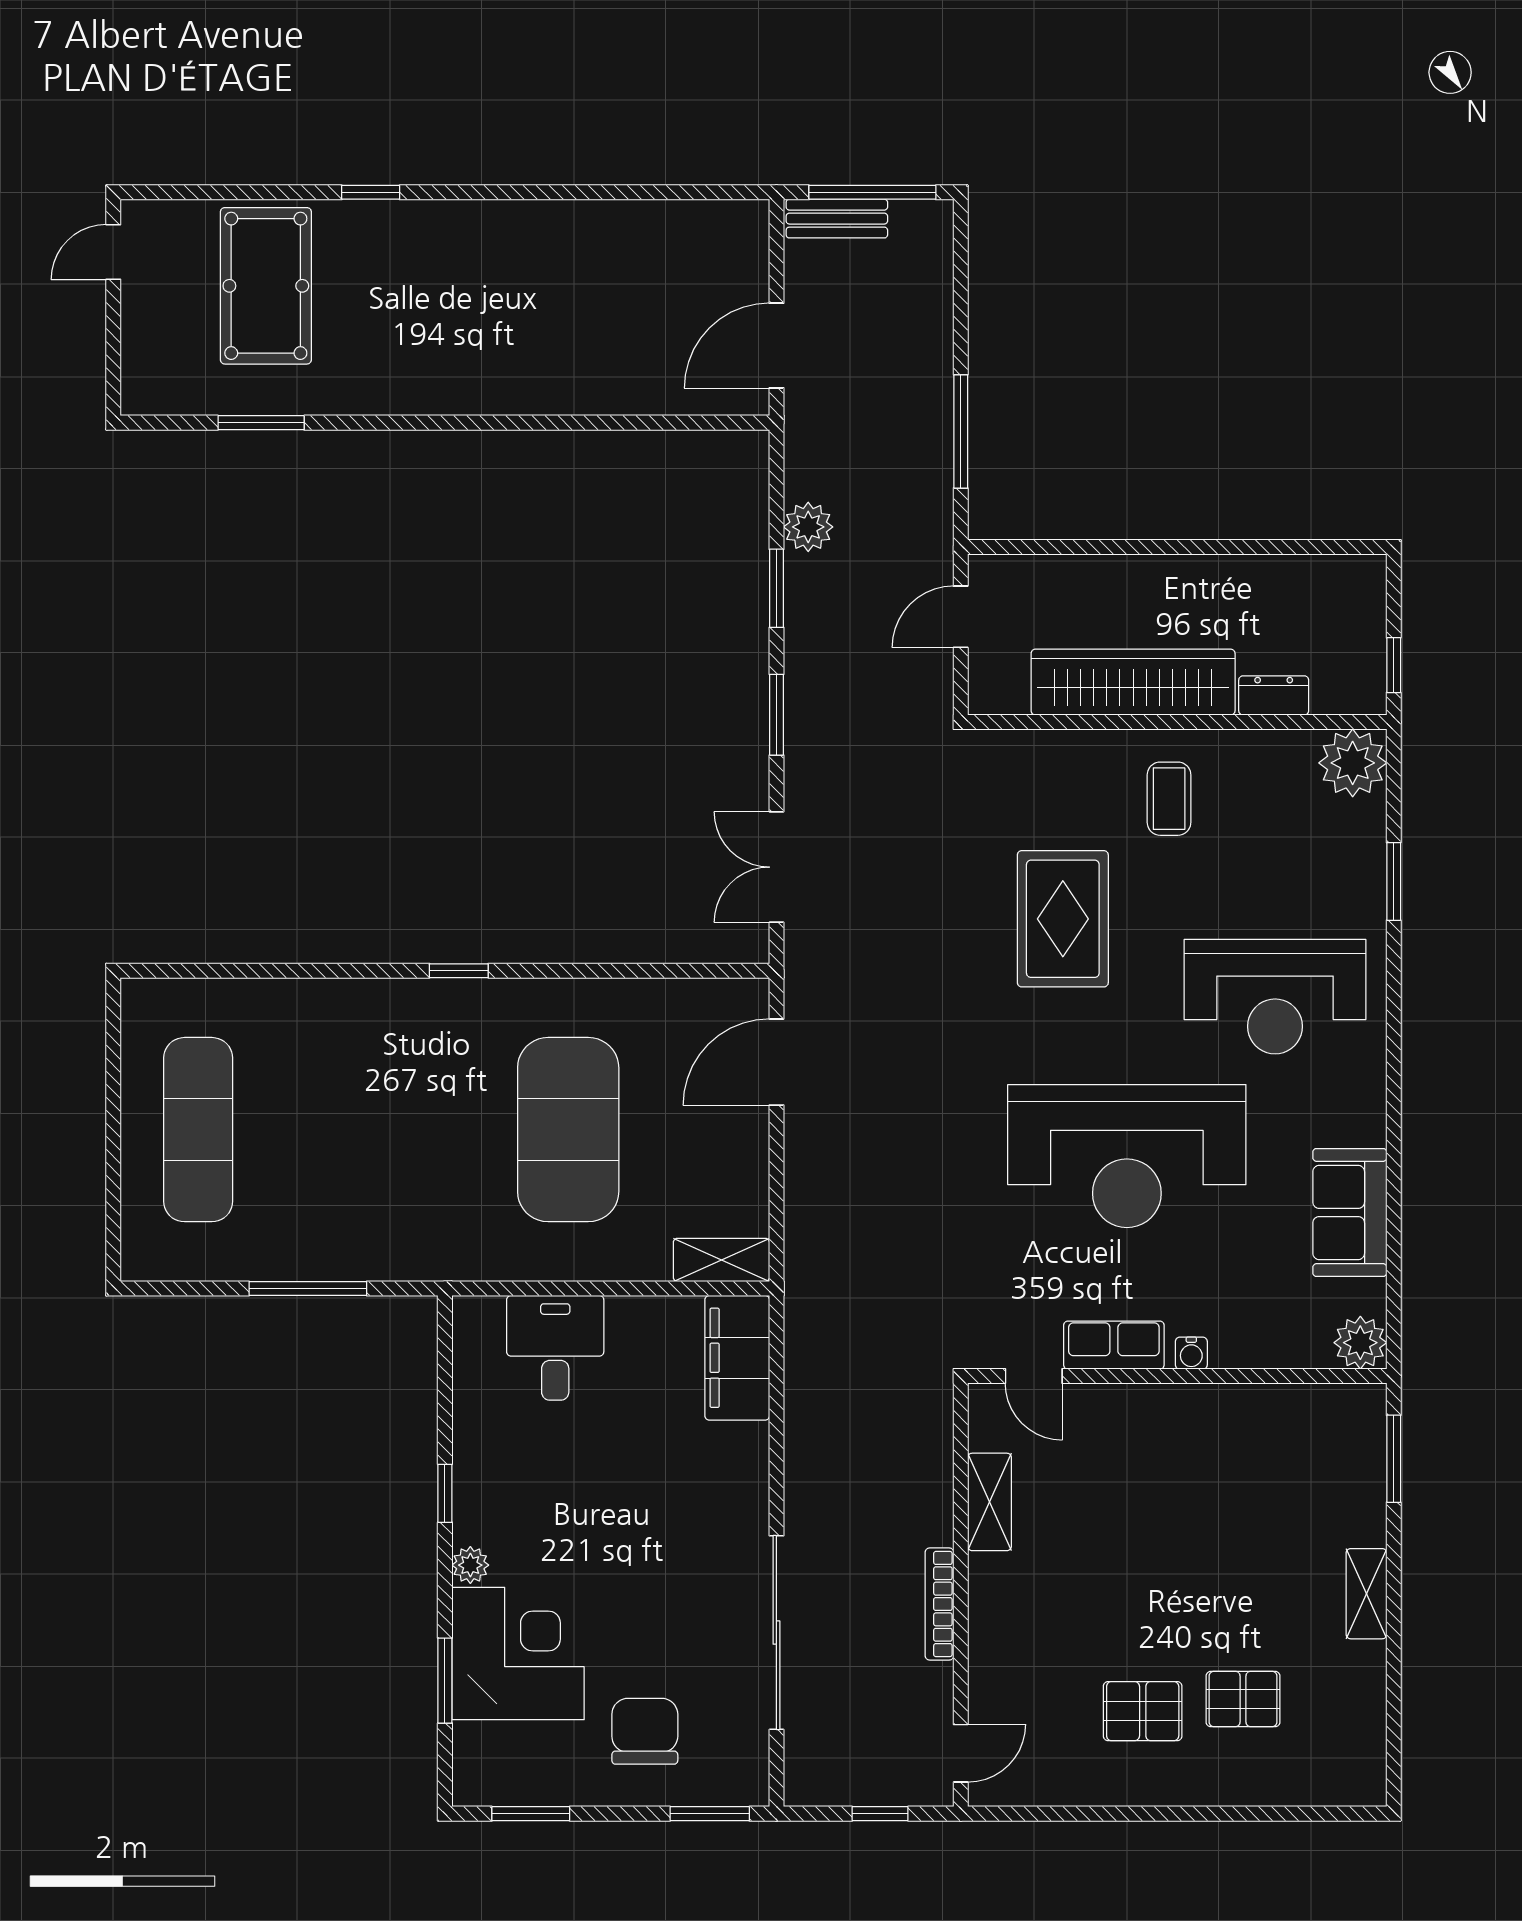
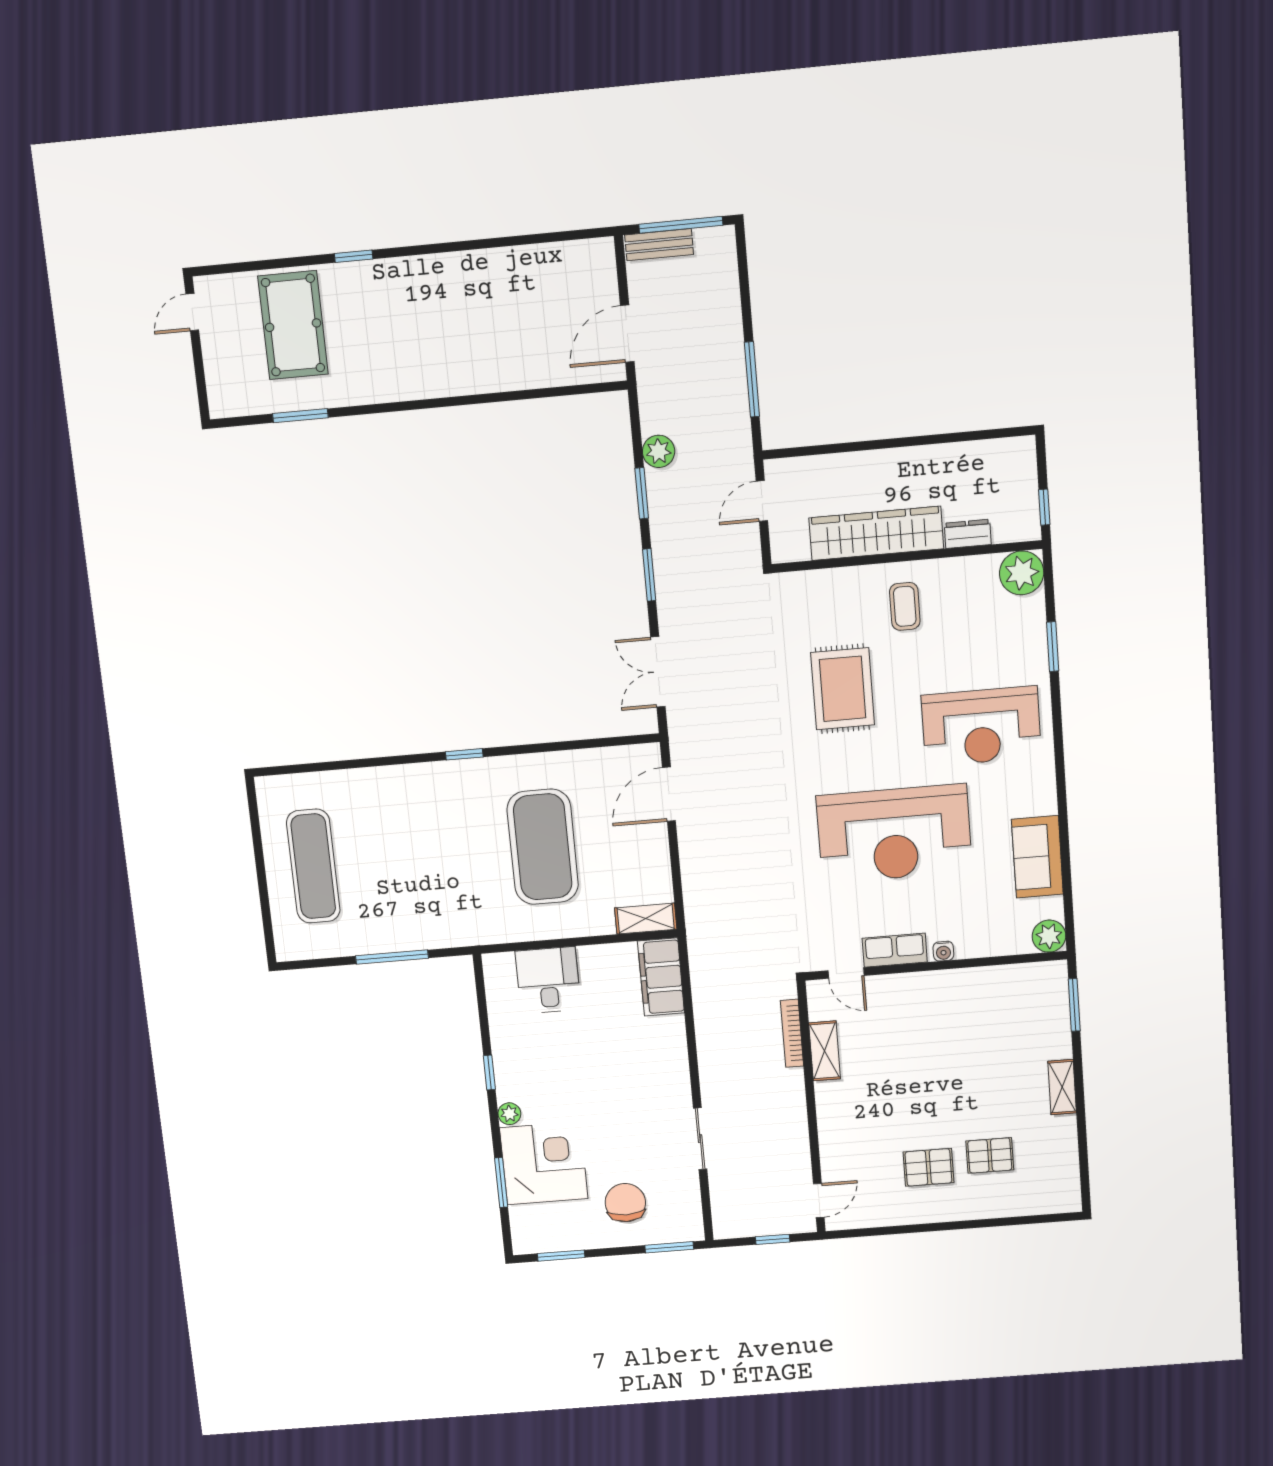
bookcase: (939, 1604) -> (792, 1033), moved
sliding door: (776, 1633) -> (700, 1139), width x0.54

